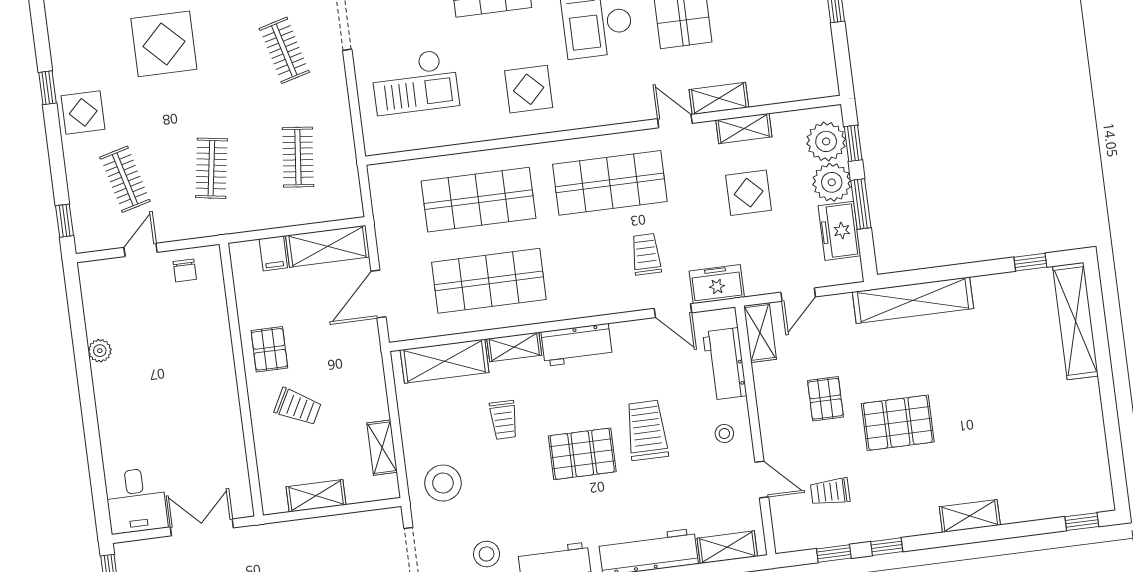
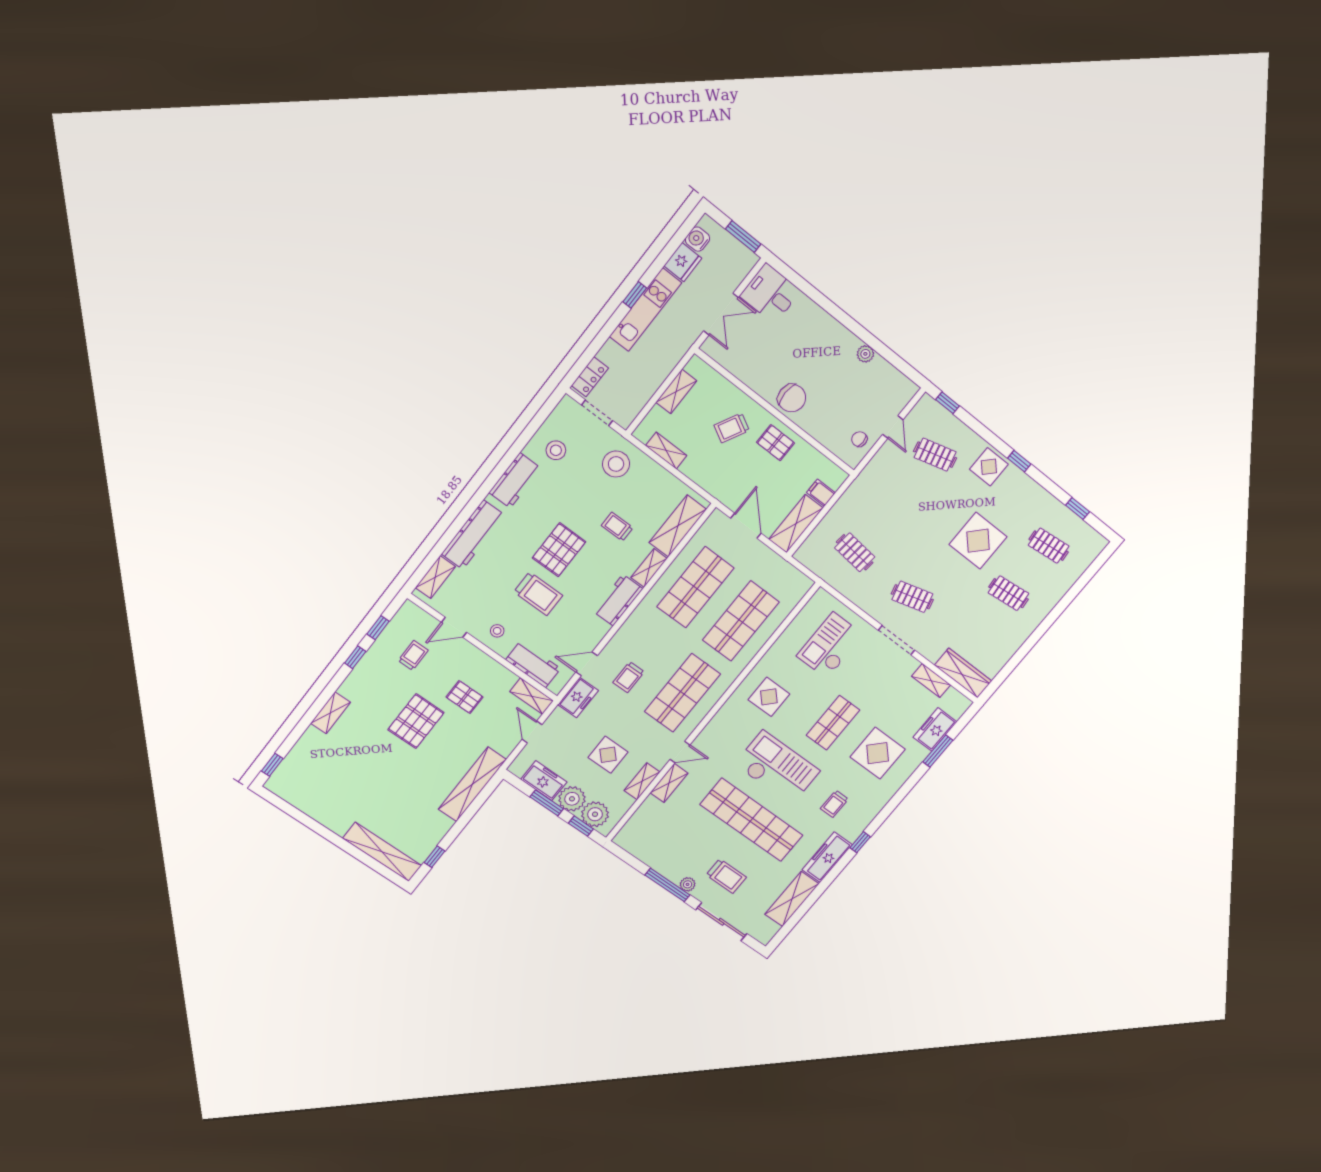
clothes rail: (211, 168) -> (895, 504), removed
trolley: (646, 254) -> (629, 677), turned 90
chair: (212, 378) -> (792, 398), added

